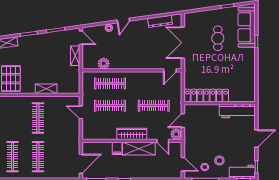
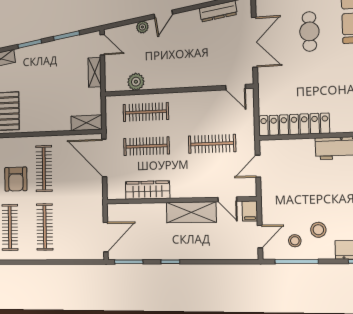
double door: (183, 43) -> (254, 42), swing flipped
door: (170, 70) -> (236, 87), hinge flipped
shelving: (46, 89) -> (86, 123), moved
door: (81, 112) -> (104, 158), width x1.88
armchair: (17, 124) -> (16, 179), added
wardrobe: (132, 134) -> (148, 190), moved
plant: (176, 134) -> (248, 188), removed
filing cabinet: (117, 148) -> (250, 211), moved
door: (183, 164) -> (260, 237), hinge flipped

